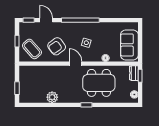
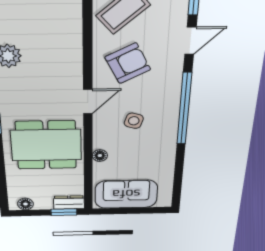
armchair: (57, 46) -> (128, 63), turned 99
dining table: (99, 83) -> (46, 145), turned 90

